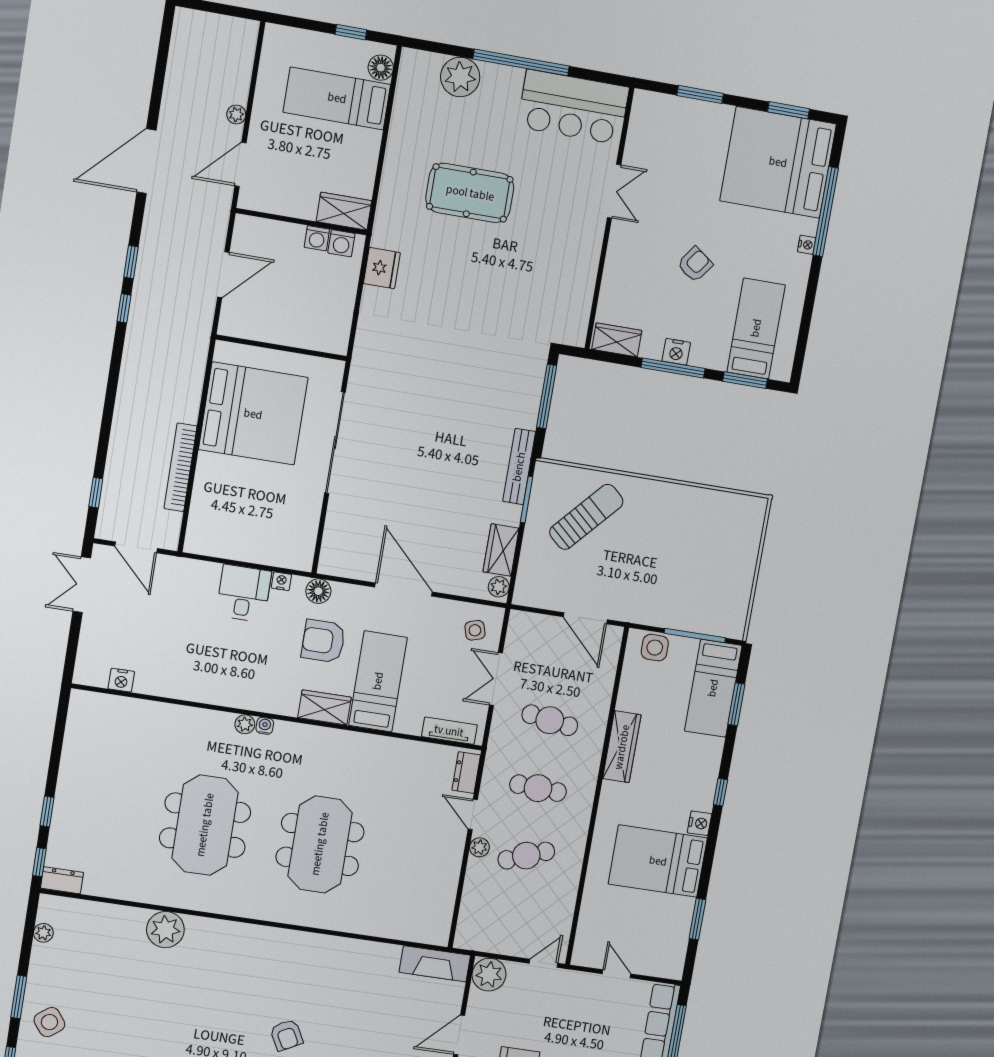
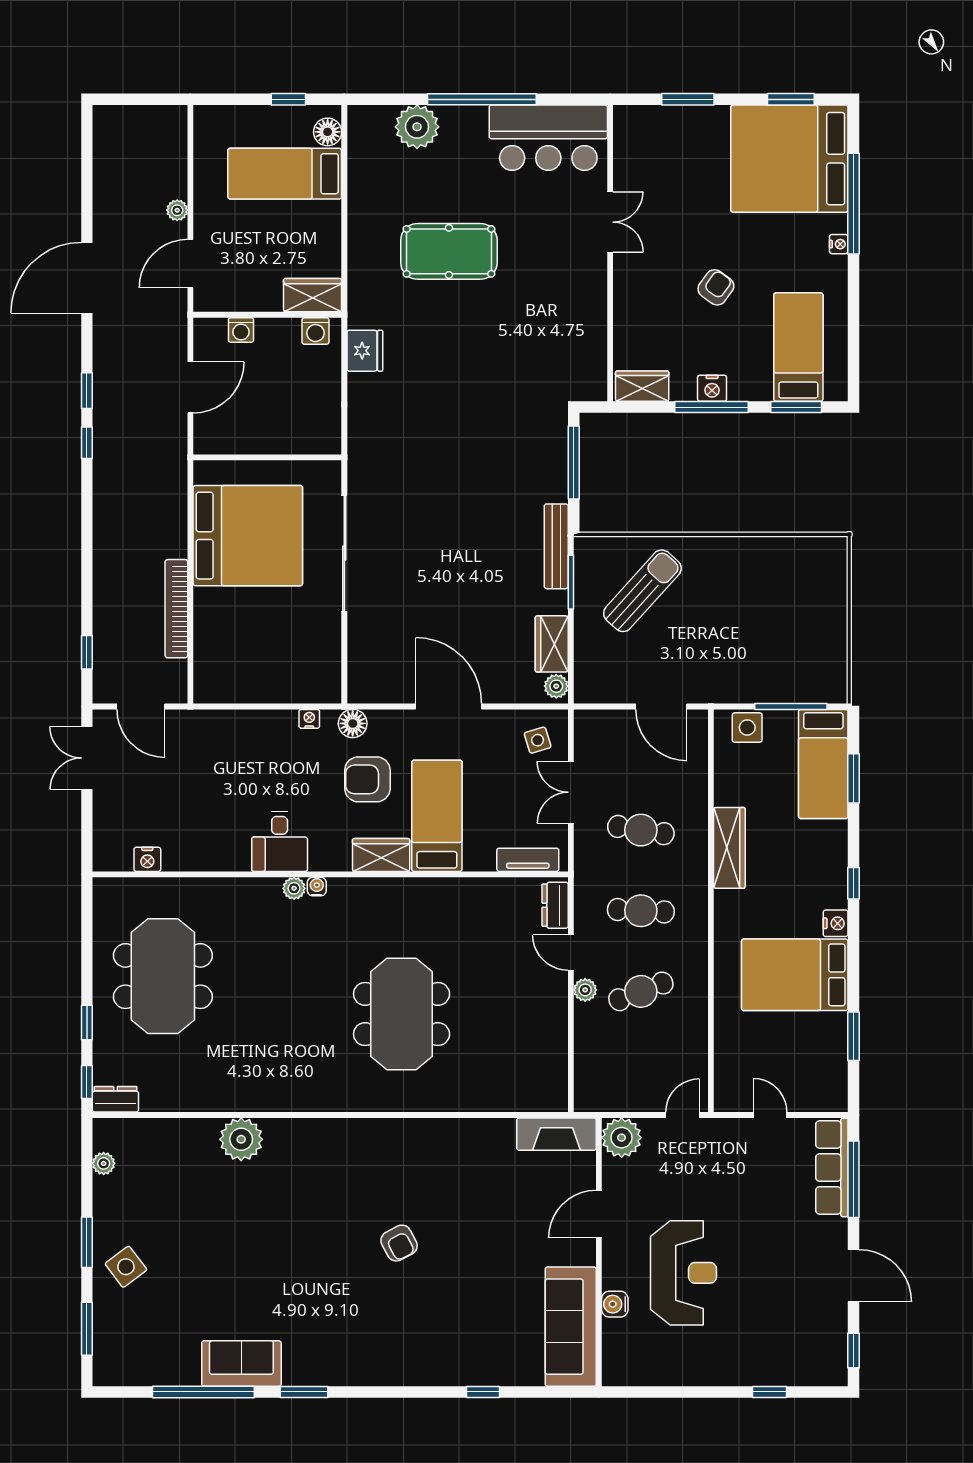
washing machine: (317, 238) -> (241, 330), moved
desk: (244, 593) -> (280, 842), moved, turned 180
meeting table: (205, 825) -> (163, 976), moved

